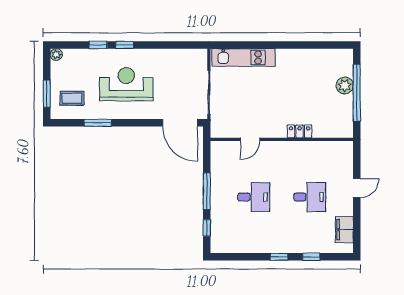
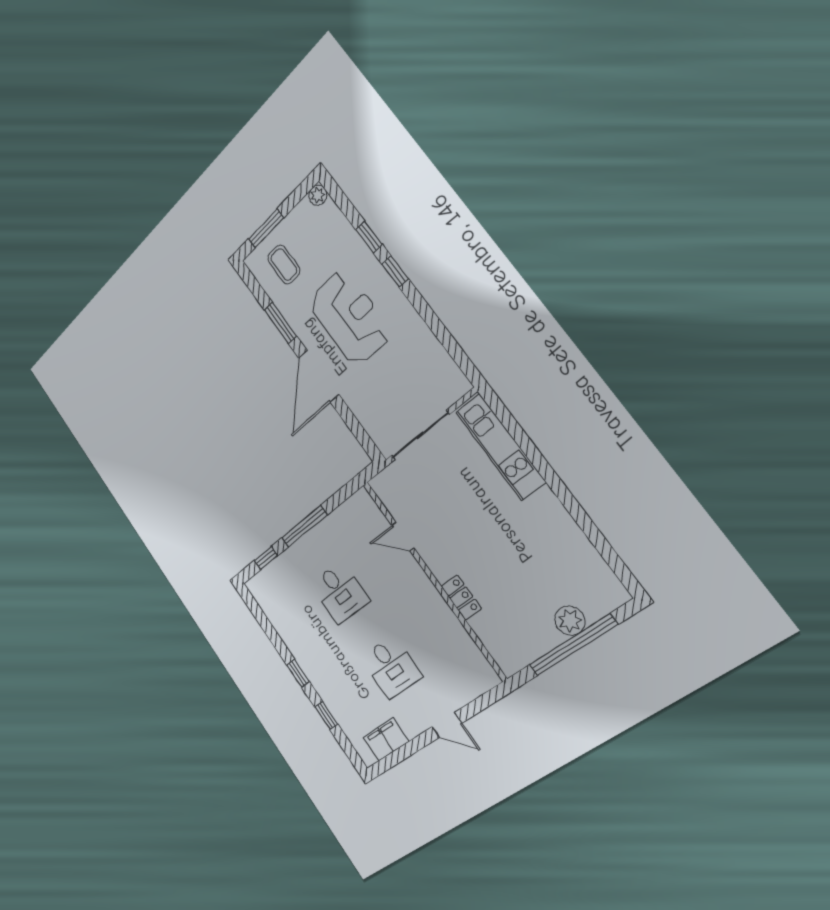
door: (180, 123) -> (319, 376), moved

